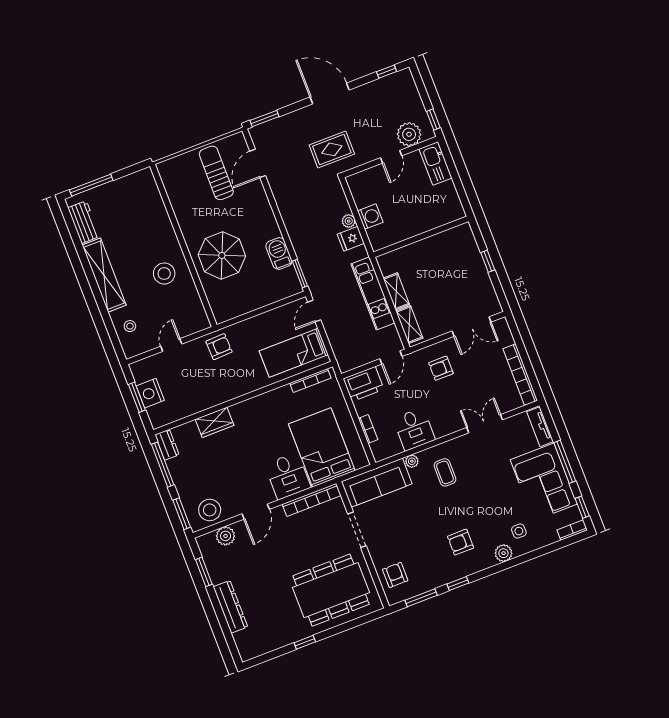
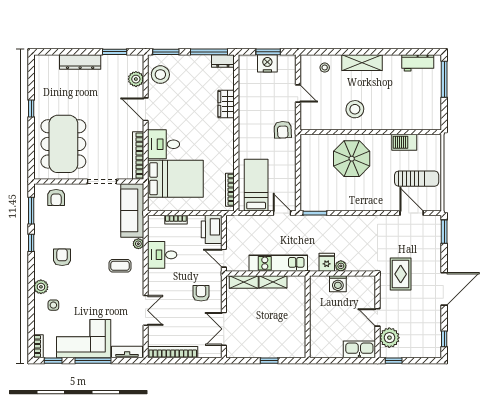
barbecue: (279, 254) -> (404, 142), moved, turned 180
shelving: (104, 275) -> (362, 63), width x0.68
armchair: (395, 575) -> (56, 197), turned 90

